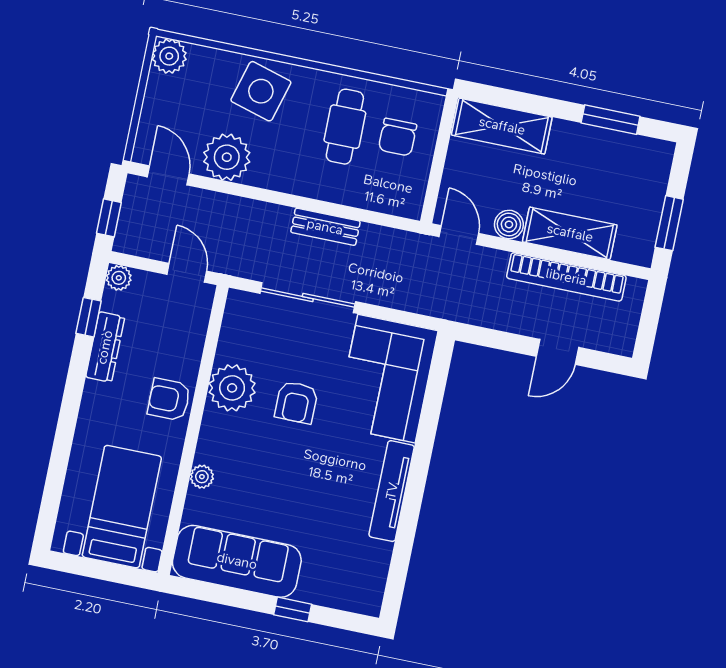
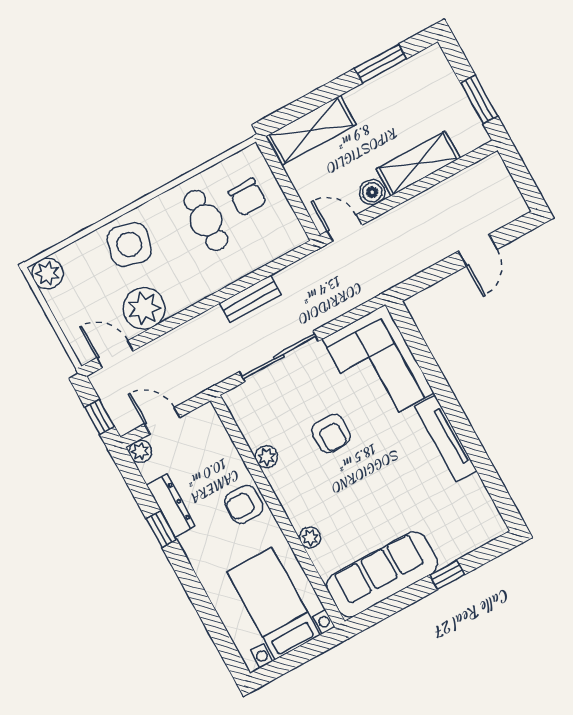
door: (187, 273) -> (162, 421), moved
bookcase: (566, 277) -> (441, 195), removed
window: (89, 317) -> (161, 529), moved
plant: (232, 388) -> (266, 457), width x0.53, depth x0.53

